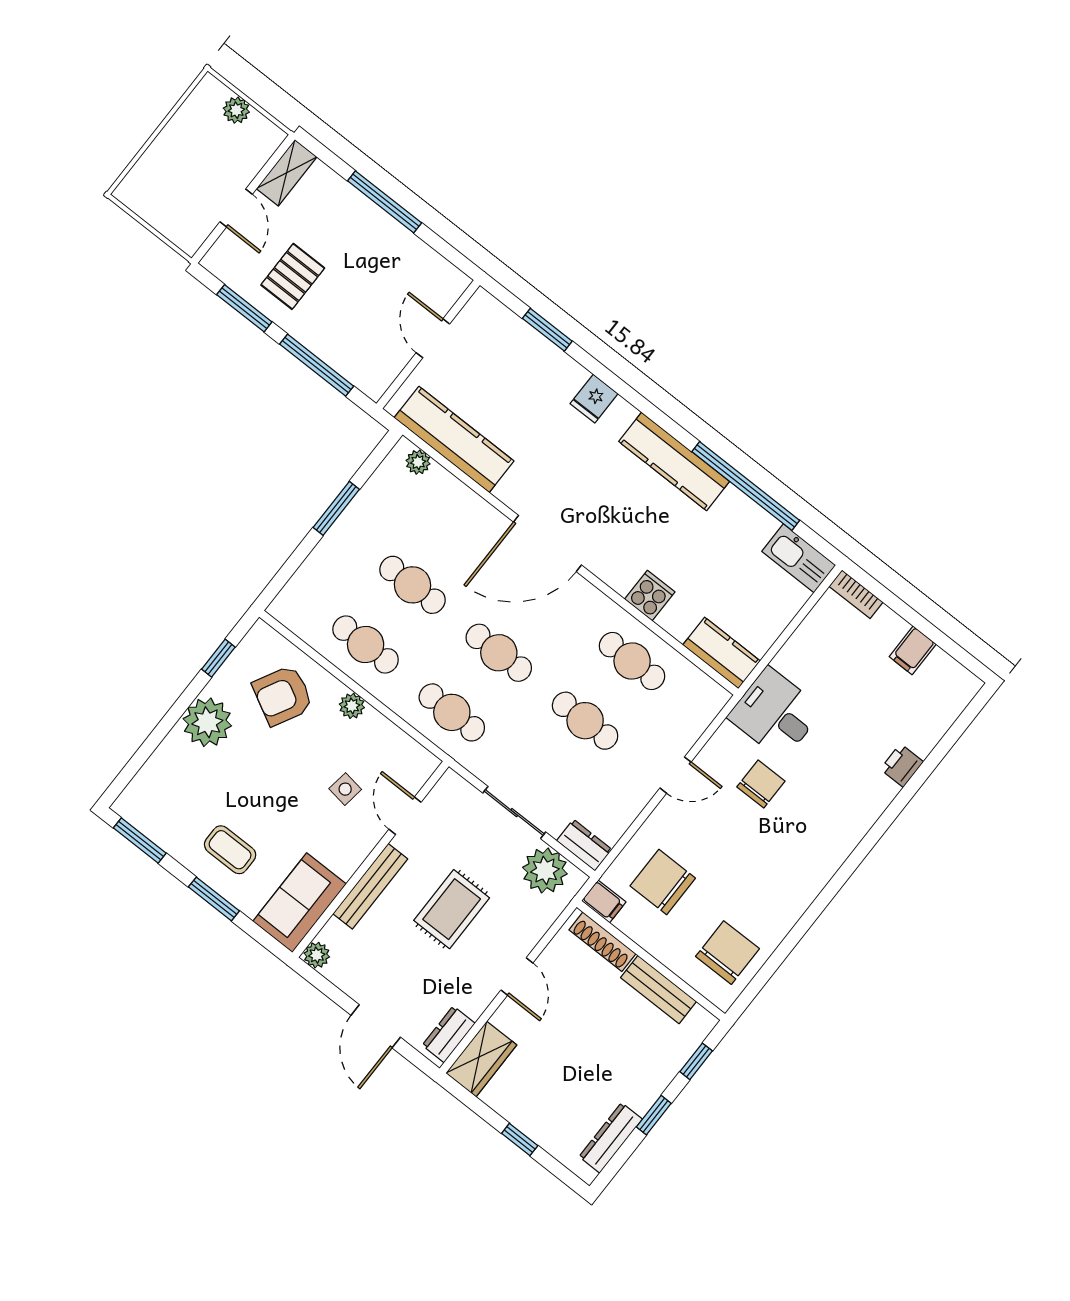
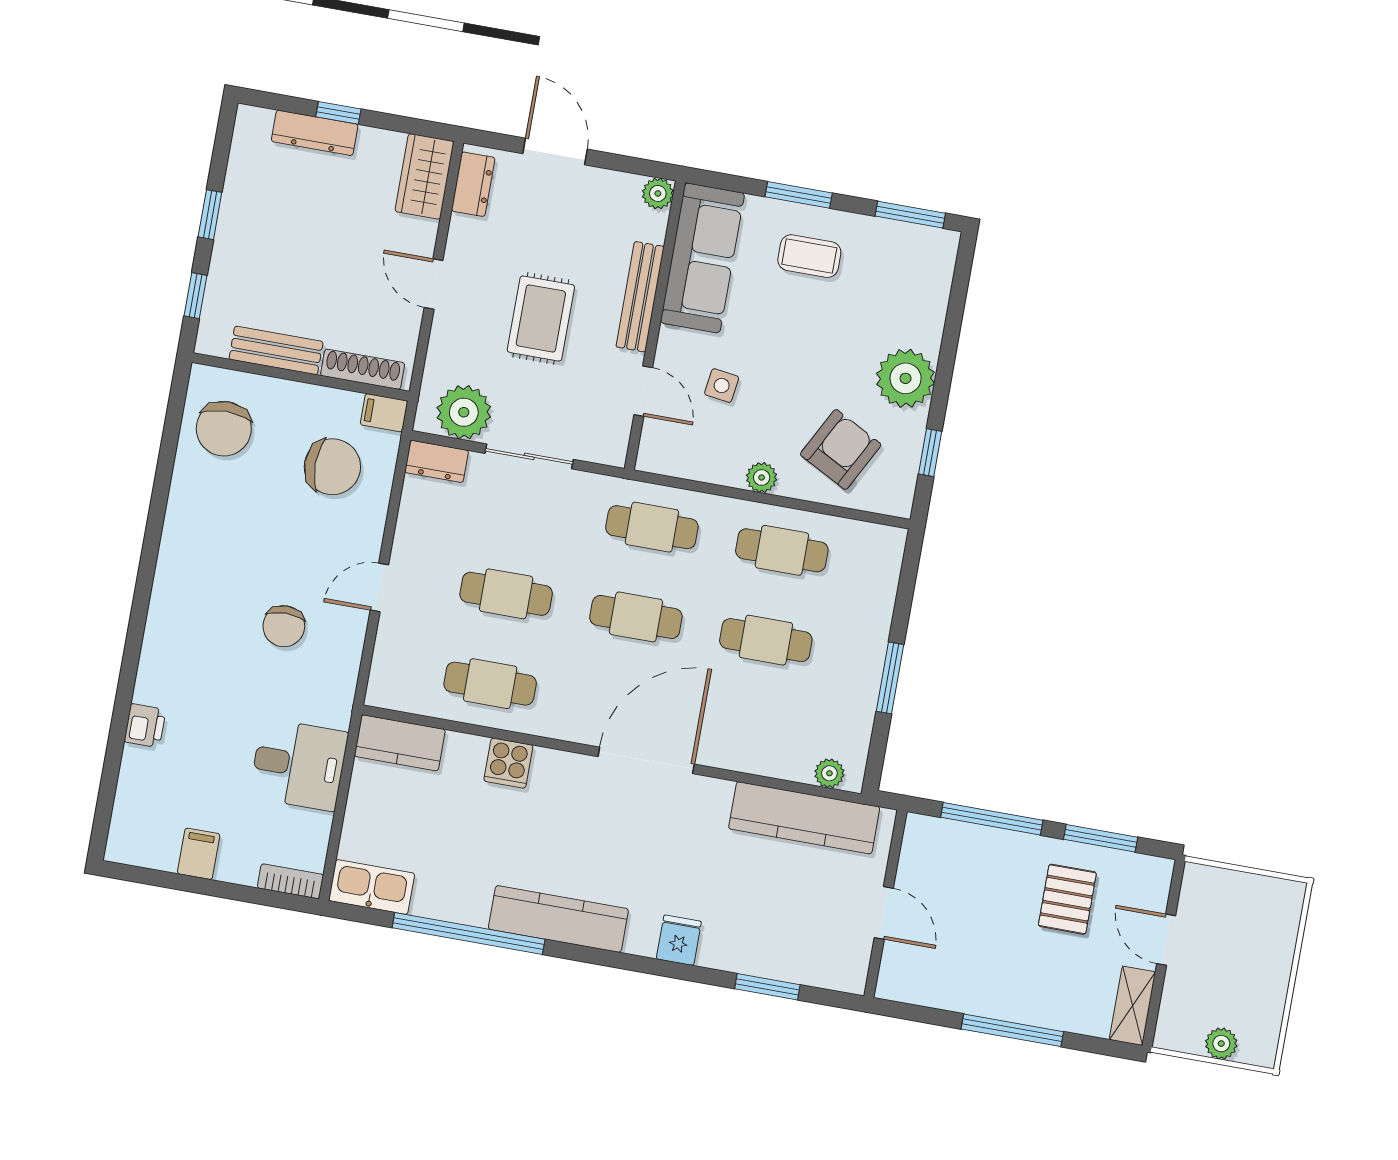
desk: (775, 713) -> (299, 765), moved
sofa: (300, 903) -> (702, 258), width x1.36
dresser: (611, 1138) -> (315, 133), moved, turned 90

